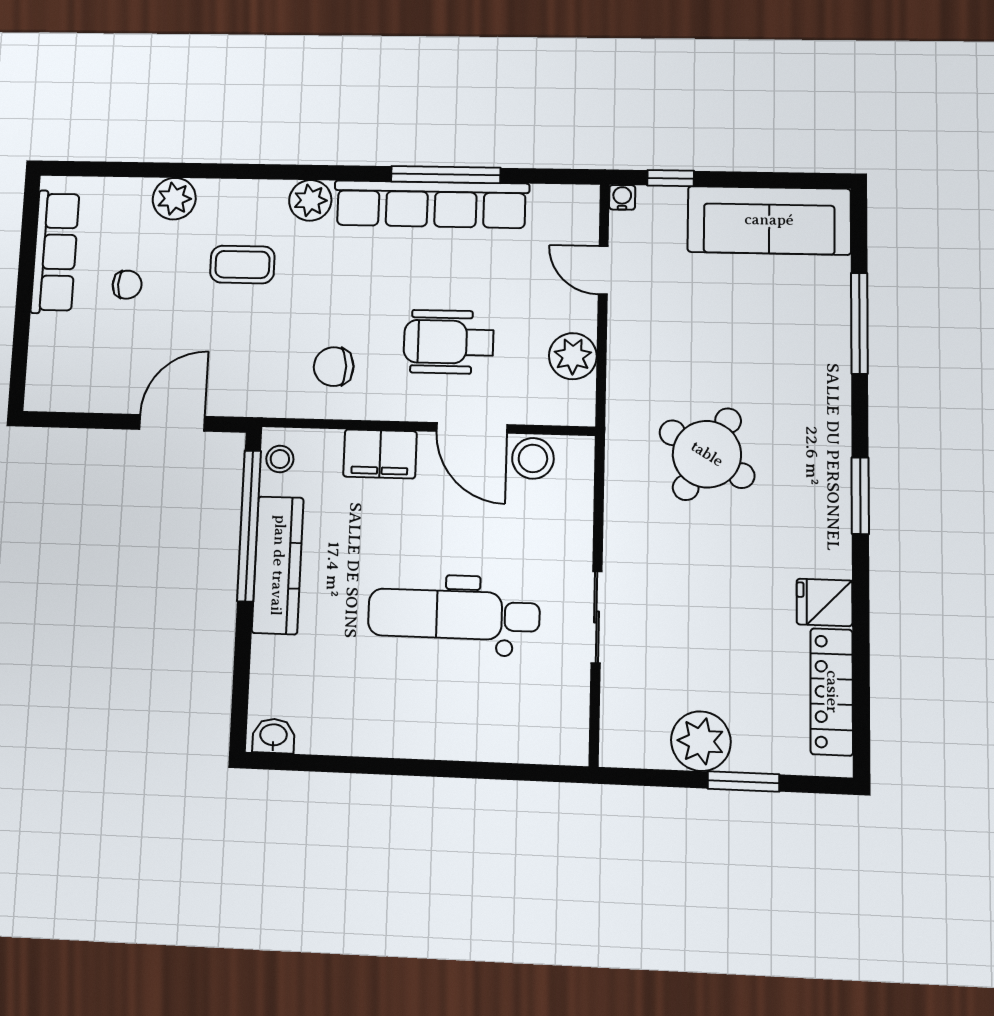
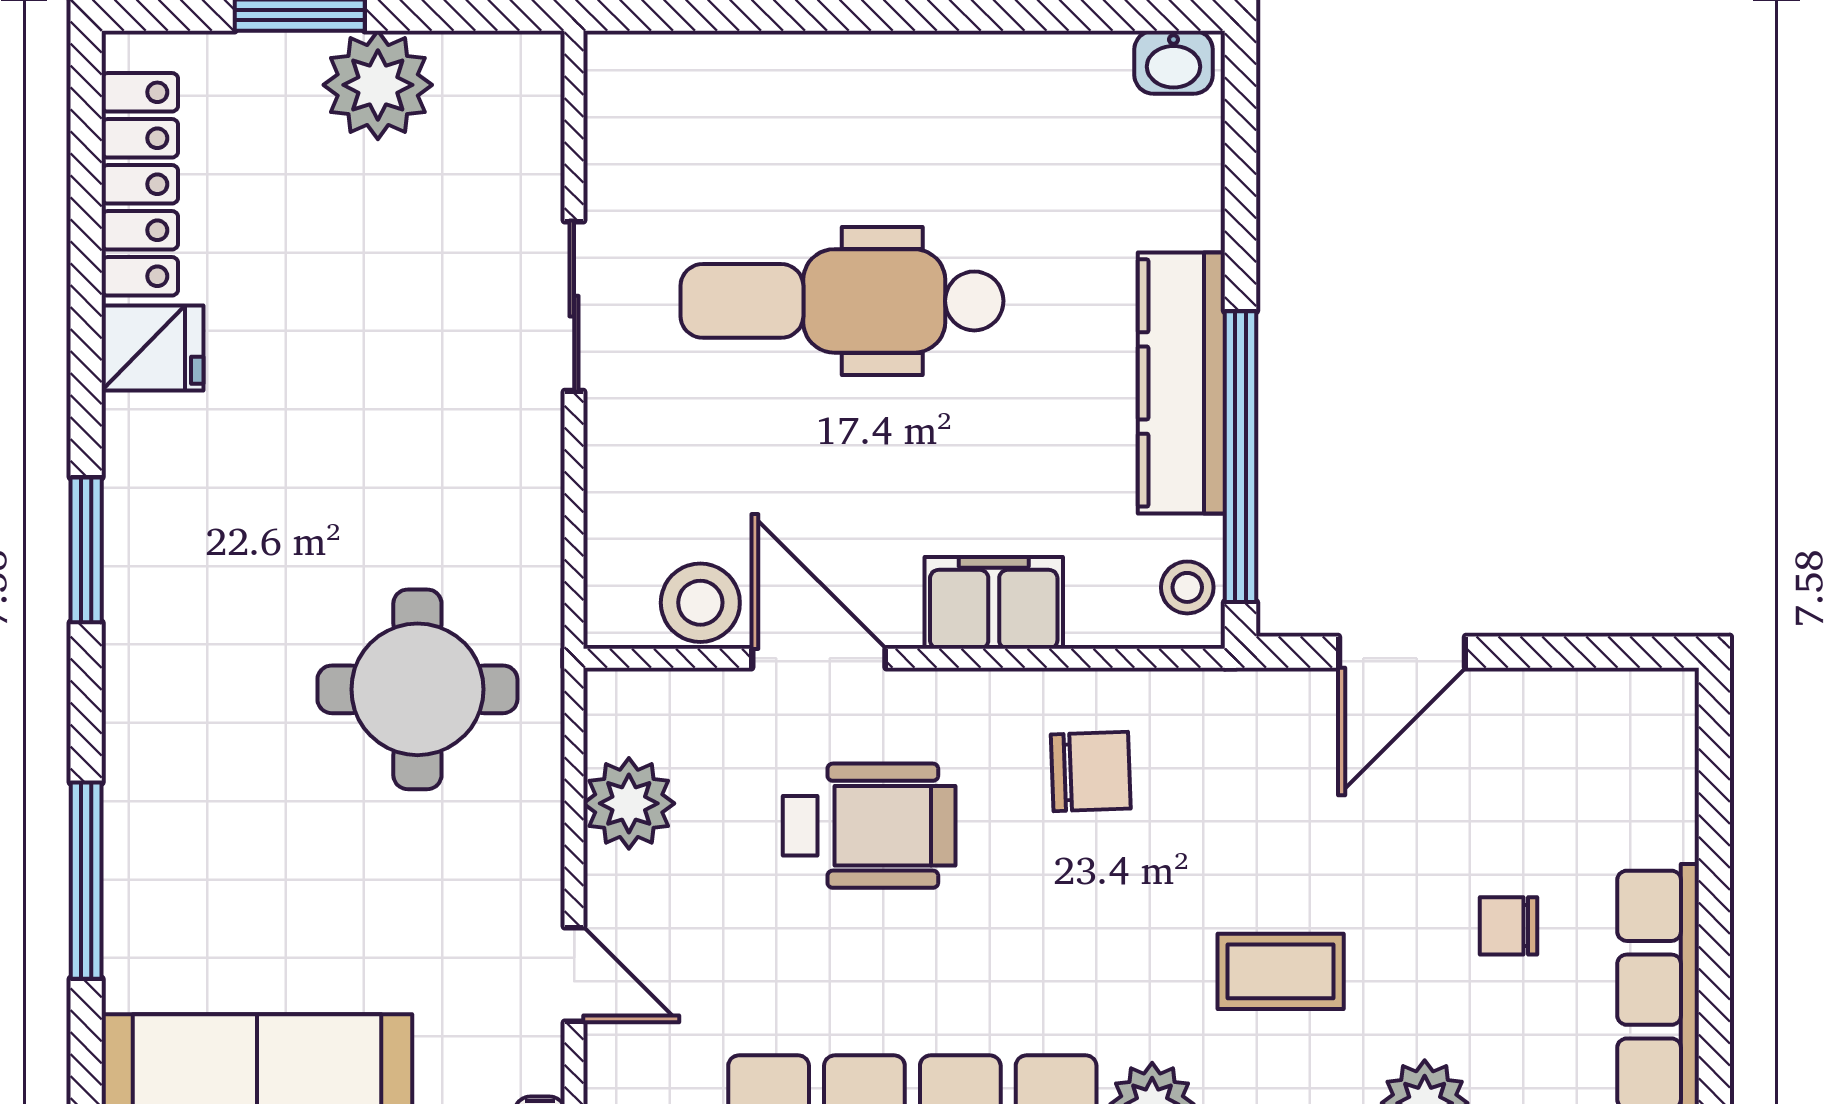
round table: (707, 454) -> (417, 689), moved, turned -31
dental chair: (454, 615) -> (842, 301), turned 180

